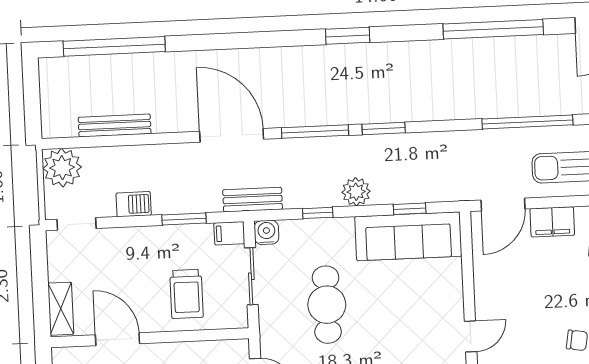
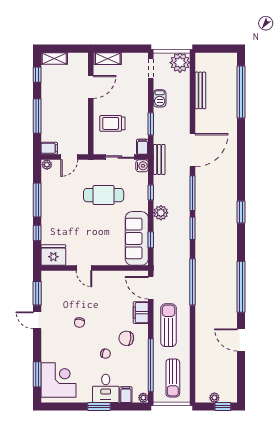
window: (527, 122) -> (193, 282), moved

